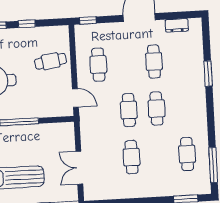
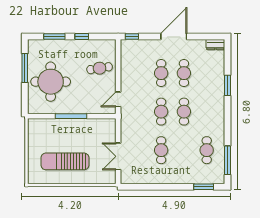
dresser: (177, 25) -> (215, 45), moved
cafe table: (98, 65) -> (161, 73), moved
door: (75, 98) -> (118, 99), swing flipped

